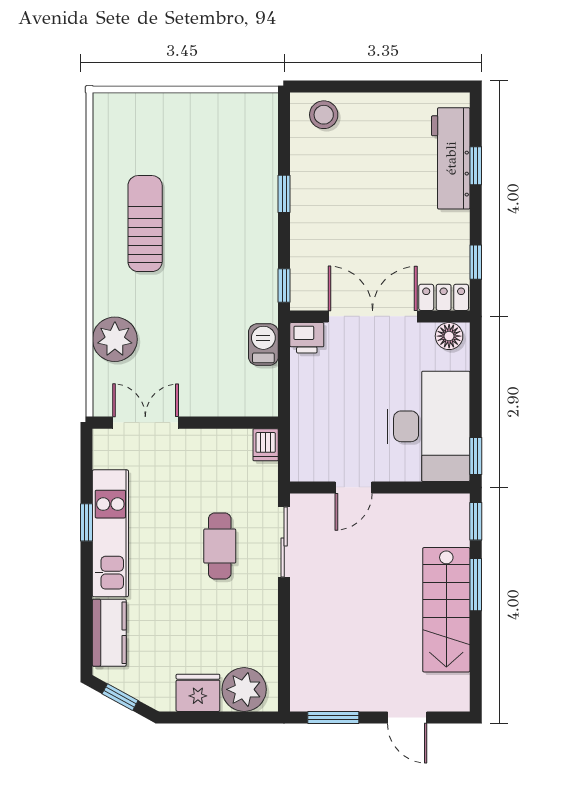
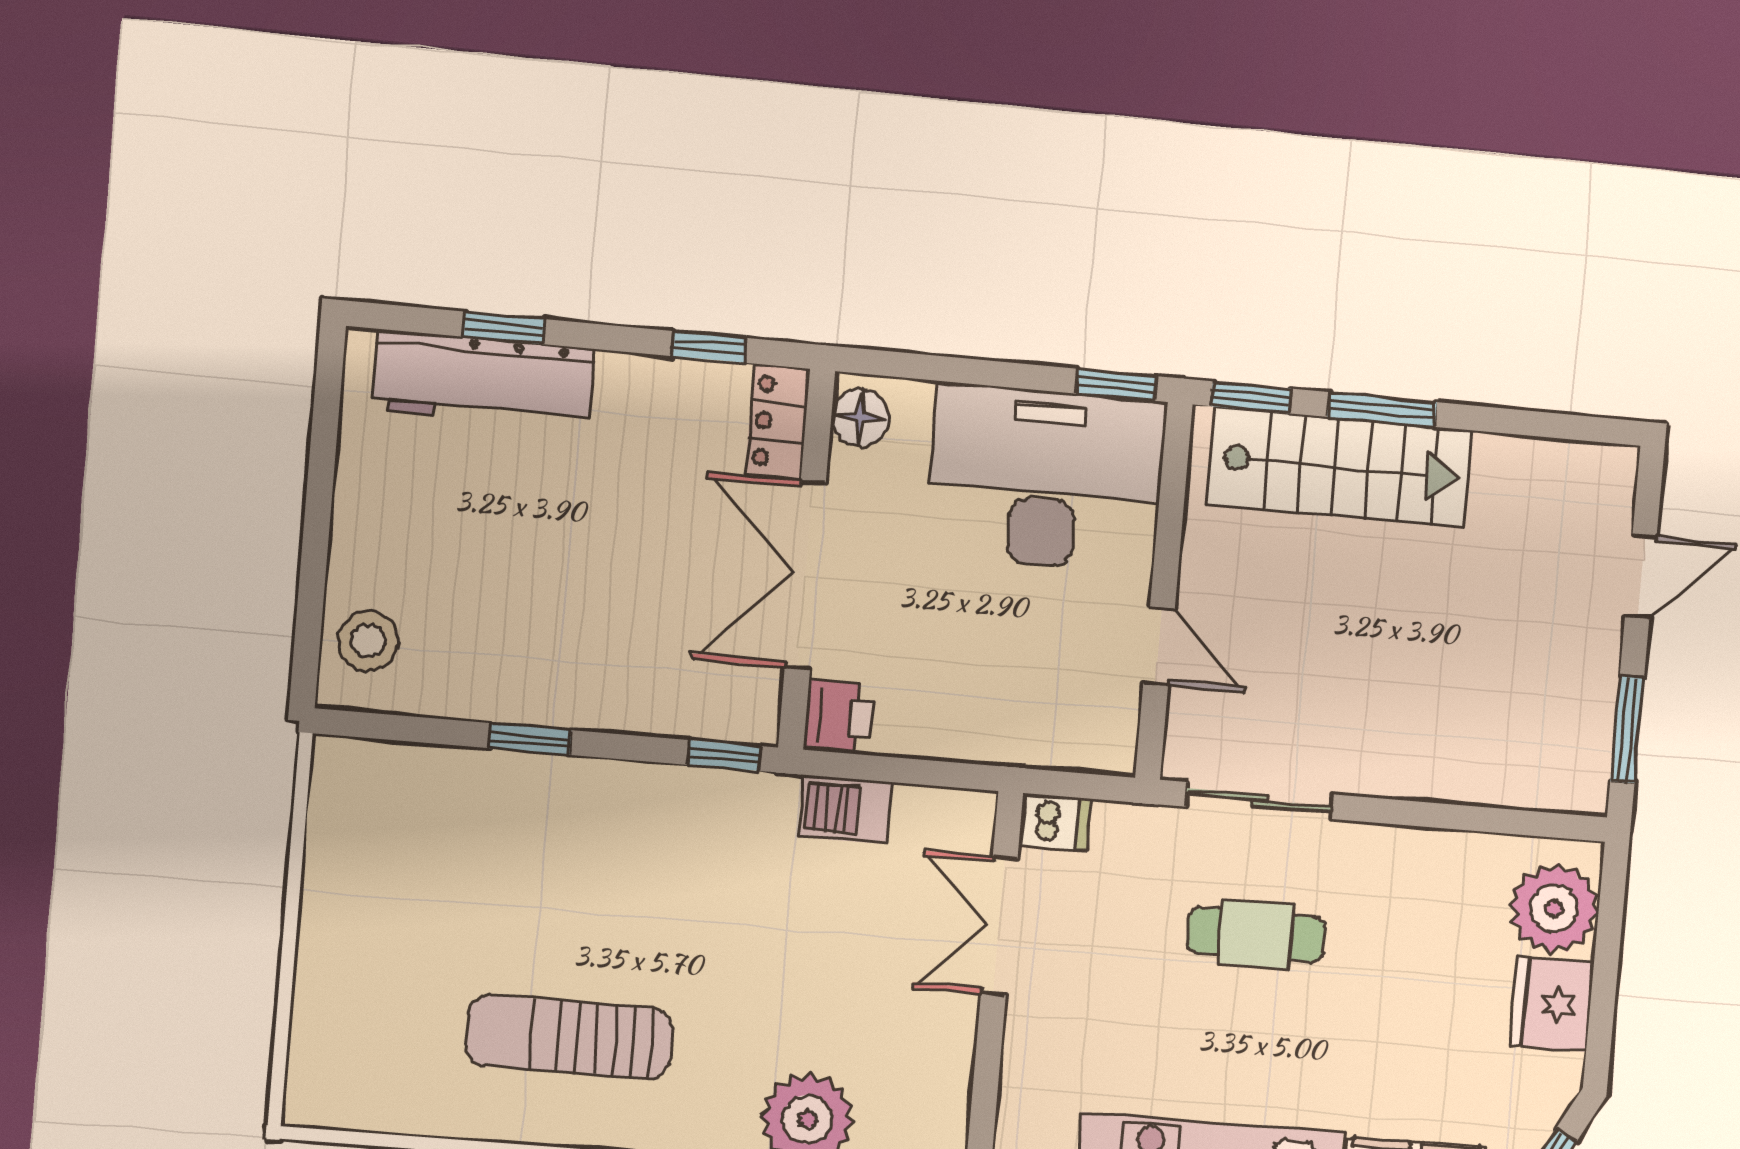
double door: (145, 423) -> (999, 926), moved
stairs: (446, 610) -> (1340, 467), moved

